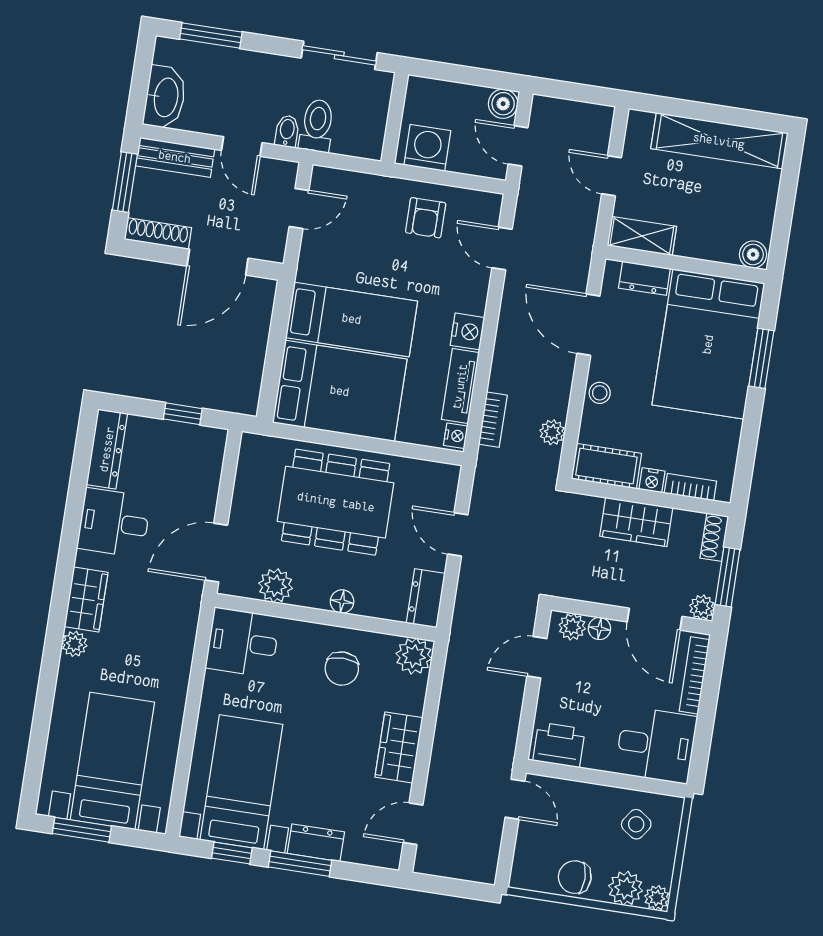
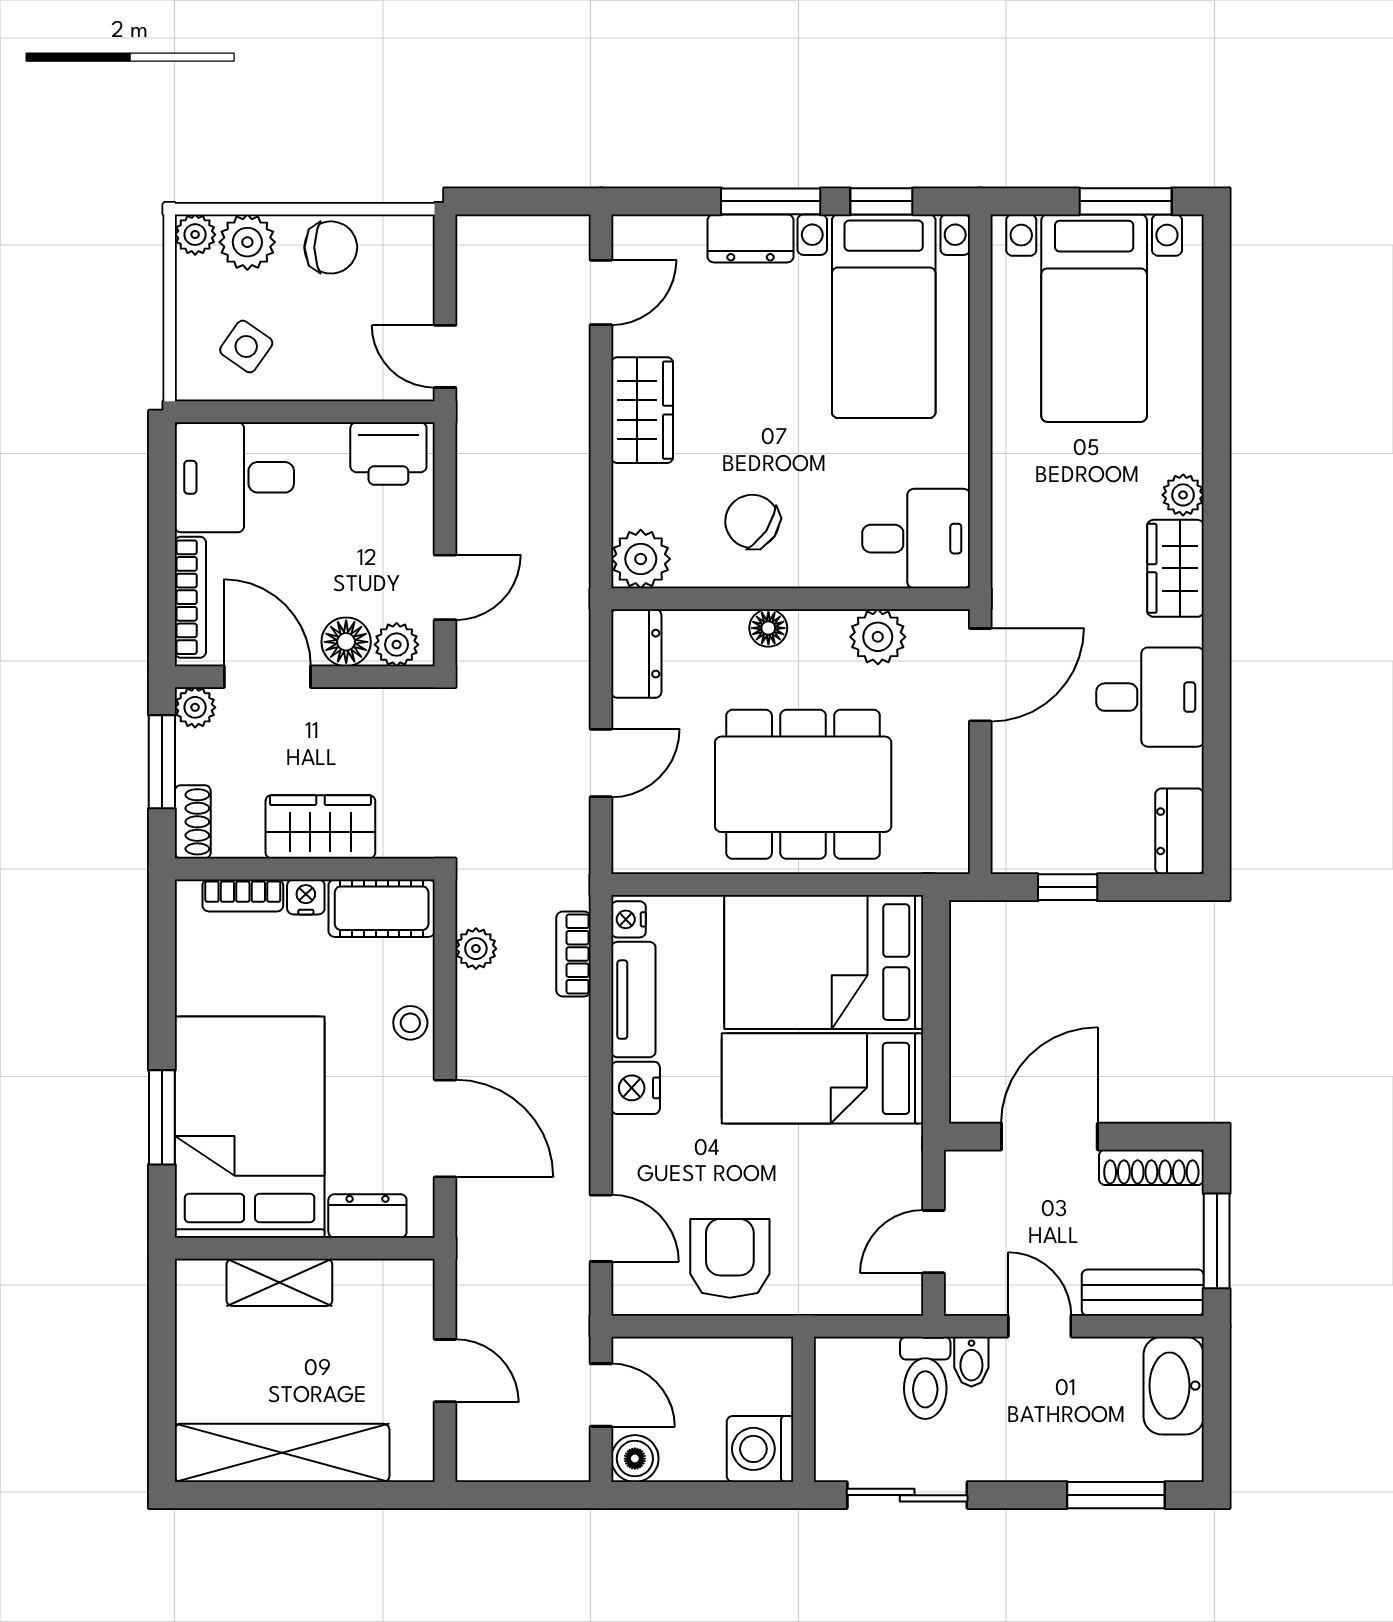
washing machine: (427, 148) -> (760, 1449), moved, turned 90
armchair: (426, 218) -> (730, 1258), width x1.38, depth x1.38
shelving: (642, 236) -> (279, 1282), moved
boiler: (753, 254) -> (201, 1280), removed
dresser: (107, 449) -> (1180, 831), width x0.70
door: (458, 534) -> (601, 763), hinge flipped
floor lamp: (599, 628) -> (346, 642), width x1.37, depth x1.37
chair: (342, 669) -> (752, 521), turned -56

